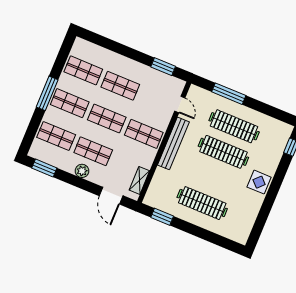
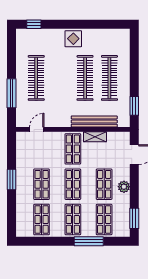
window: (163, 67) -> (11, 179), moved
window: (47, 93) -> (89, 241), moved
bench: (173, 143) -> (94, 122), moved
clothes rail: (223, 152) -> (85, 78), moved
shelving: (139, 180) -> (95, 137), moved

